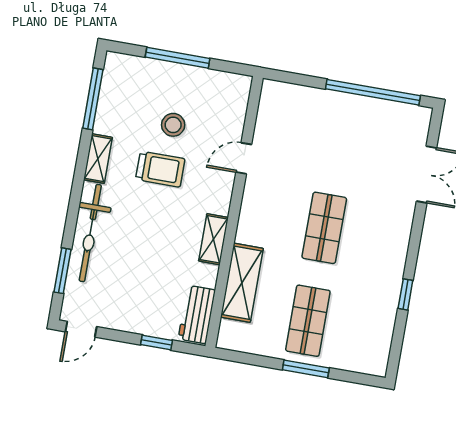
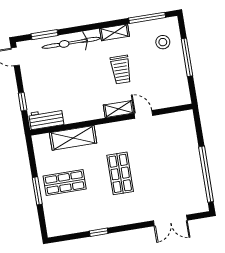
stool: (173, 125) -> (163, 42), moved
shop shelf: (324, 228) -> (120, 173), turned 90
shelving: (213, 239) -> (119, 109), moved

